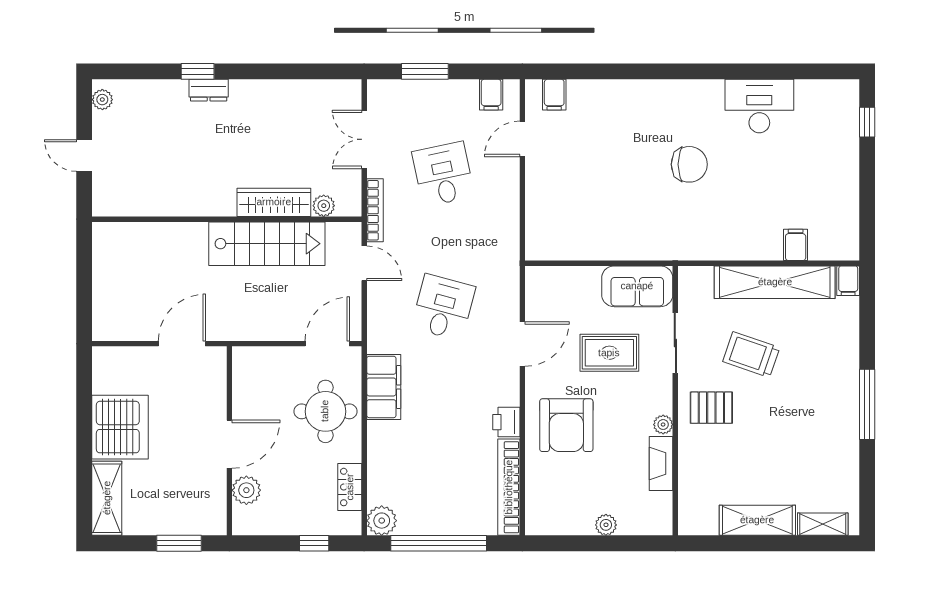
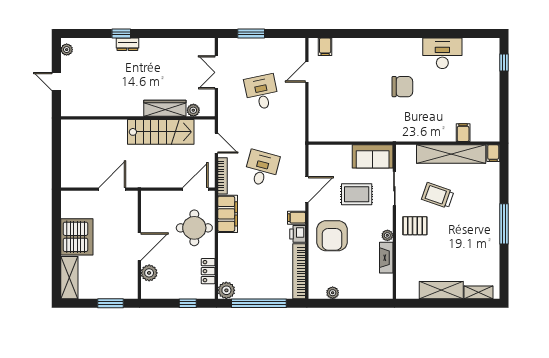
filing cabinet: (491, 95) -> (297, 218), moved, turned 90
bookcase: (375, 210) -> (223, 176), moved
plant: (606, 525) -> (333, 293), moved

